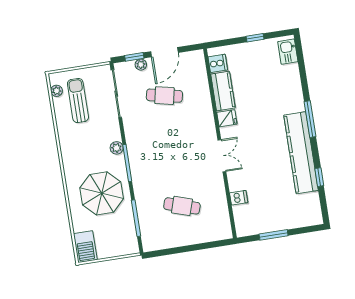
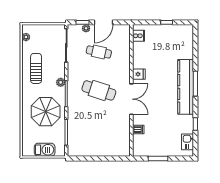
kitchen sink: (288, 52) -> (187, 142), moved
kitchen counter: (223, 91) -> (139, 55), removed
sun lounger: (78, 101) -> (36, 68), moved
kitchen counter: (301, 153) -> (186, 87), moved
double door: (222, 156) -> (131, 99), width x1.37
cafe table: (182, 206) -> (99, 90), moved, width x1.37, depth x1.35
barbecue: (85, 247) -> (45, 150), moved, turned -90

